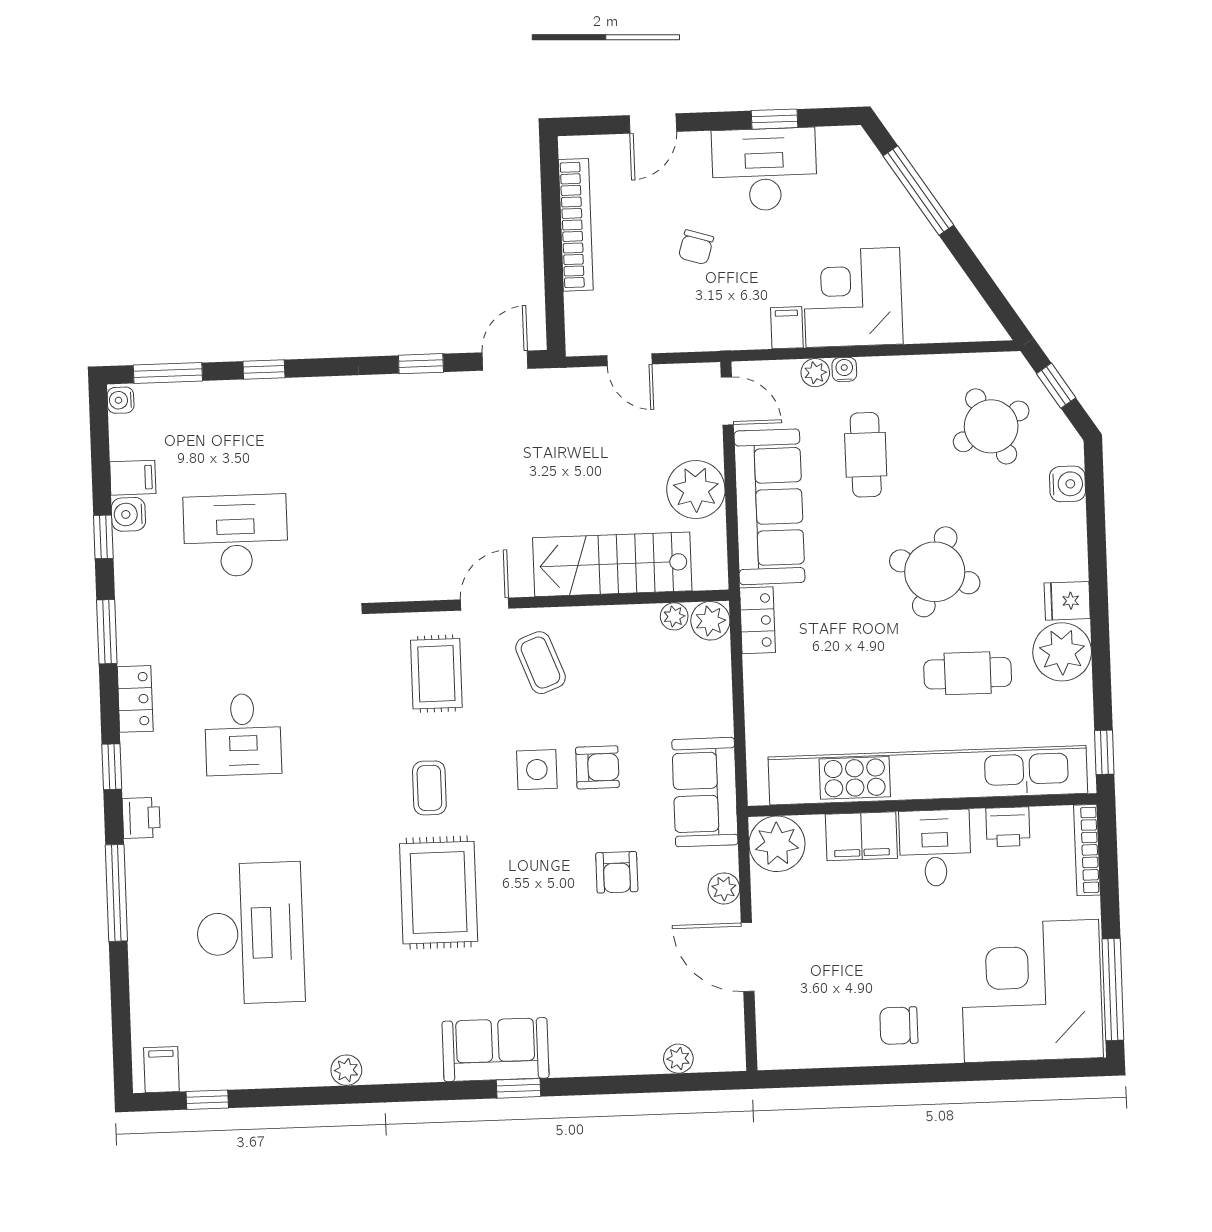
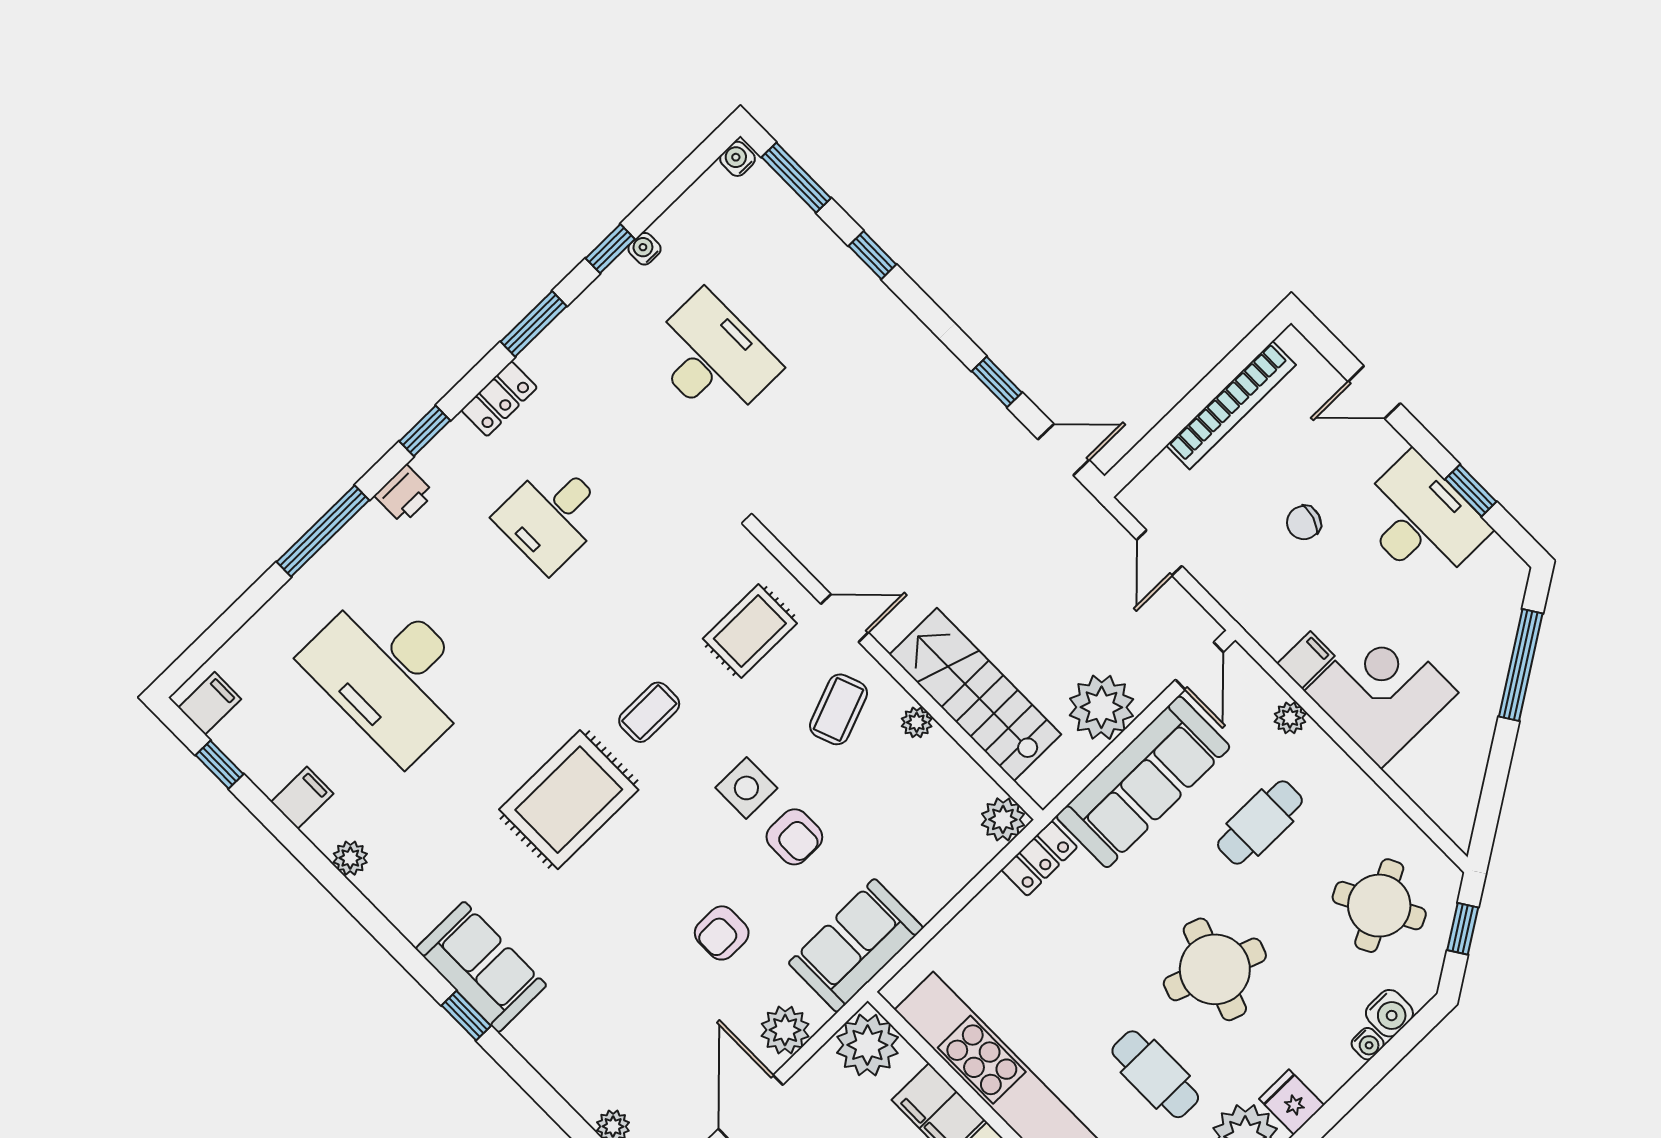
water cooler: (844, 369) -> (1368, 1044), moved, turned 90
filing cabinet: (133, 478) -> (302, 798), moved, turned -90
water cooler: (128, 514) -> (644, 249), width x0.72, depth x0.72
plant: (674, 616) -> (917, 722), moved
plant: (724, 888) -> (785, 1030), width x1.38, depth x1.38
desk: (250, 933) -> (391, 673), turned 90

